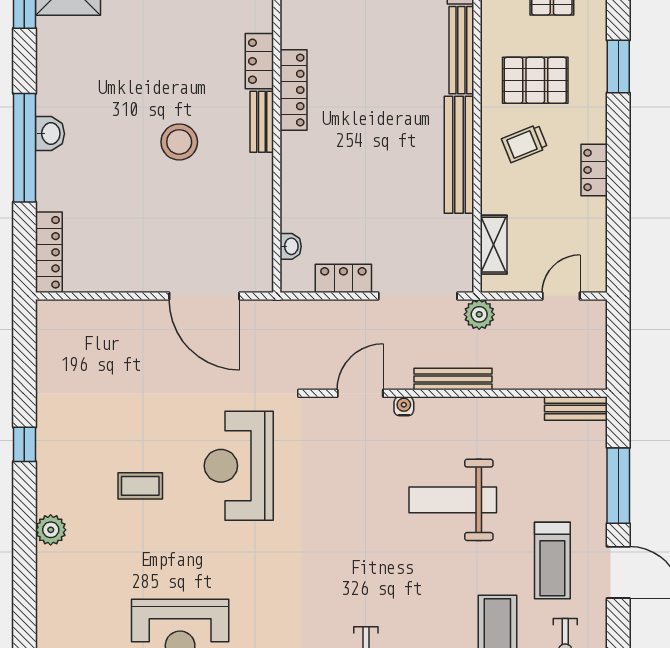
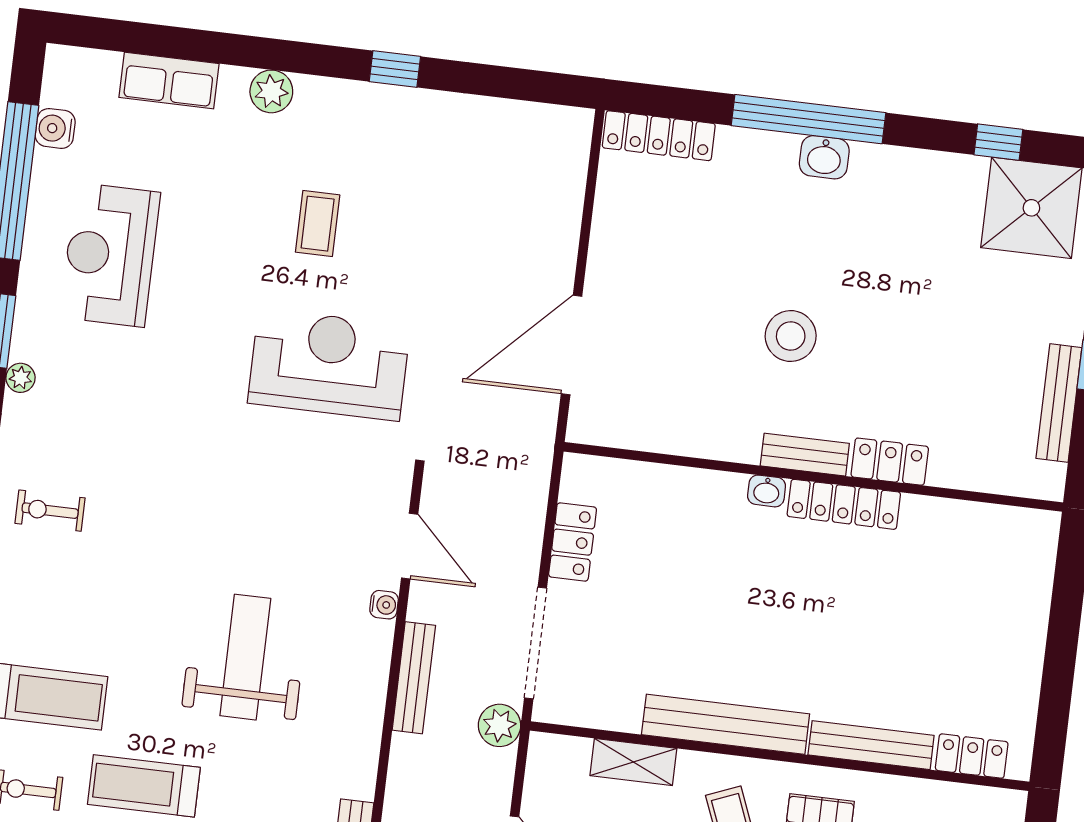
shelving: (494, 245) -> (633, 762), moved
washbasin: (291, 246) -> (767, 491), moved
row of seats: (52, 603) -> (169, 80), added

